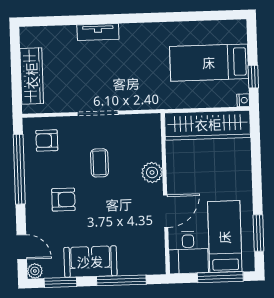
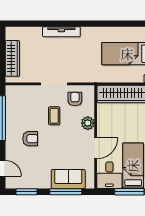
tv unit: (98, 32) -> (61, 32), width x1.41
armchair: (47, 141) -> (75, 99), moved, turned 90
sofa: (90, 262) -> (68, 179), moved
plant: (35, 271) -> (10, 184), removed

